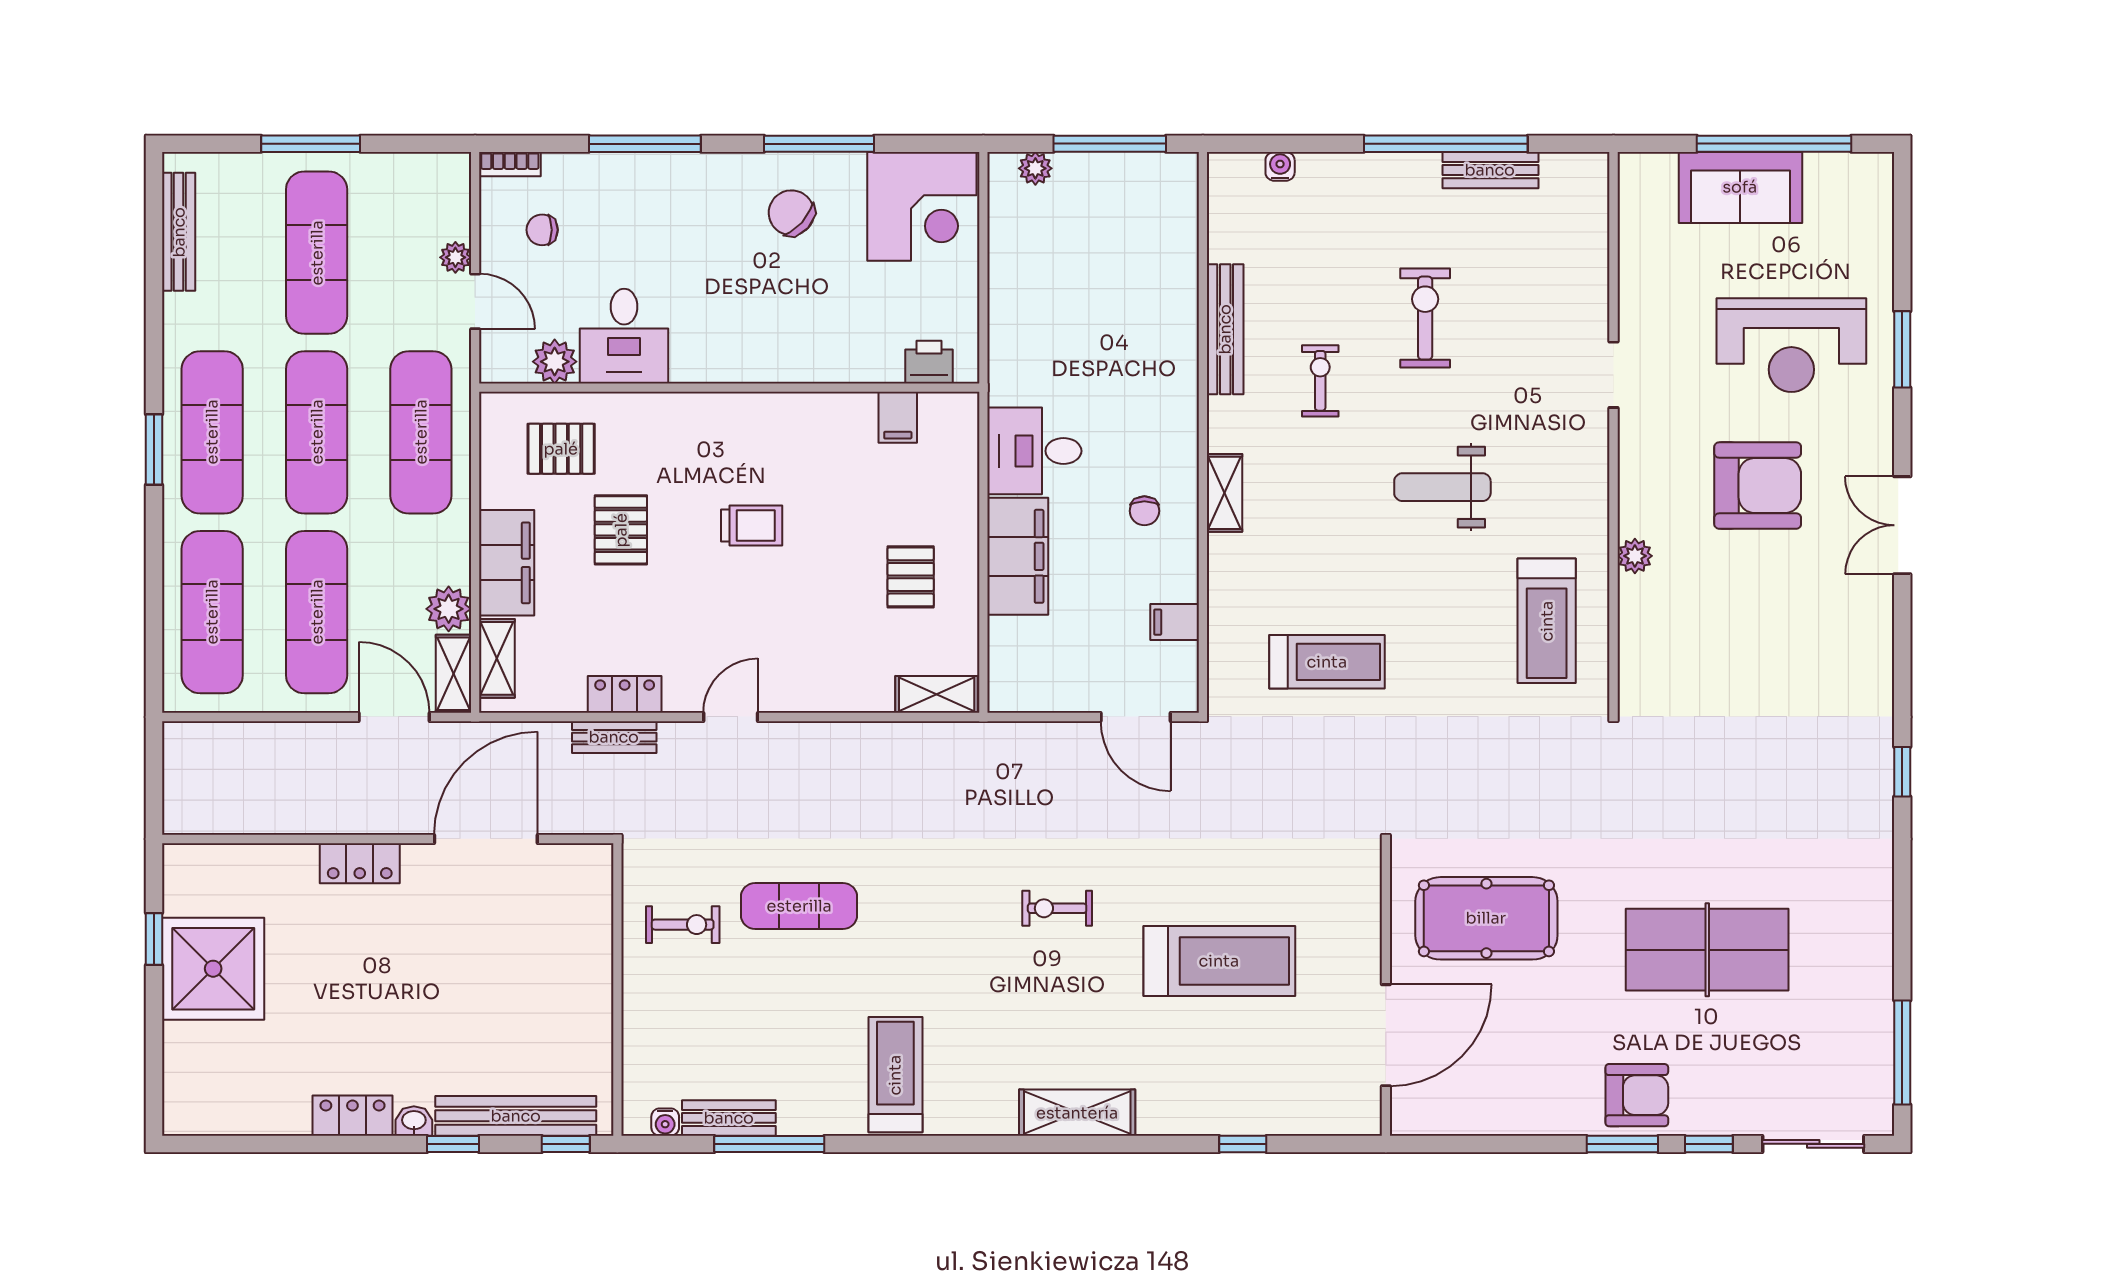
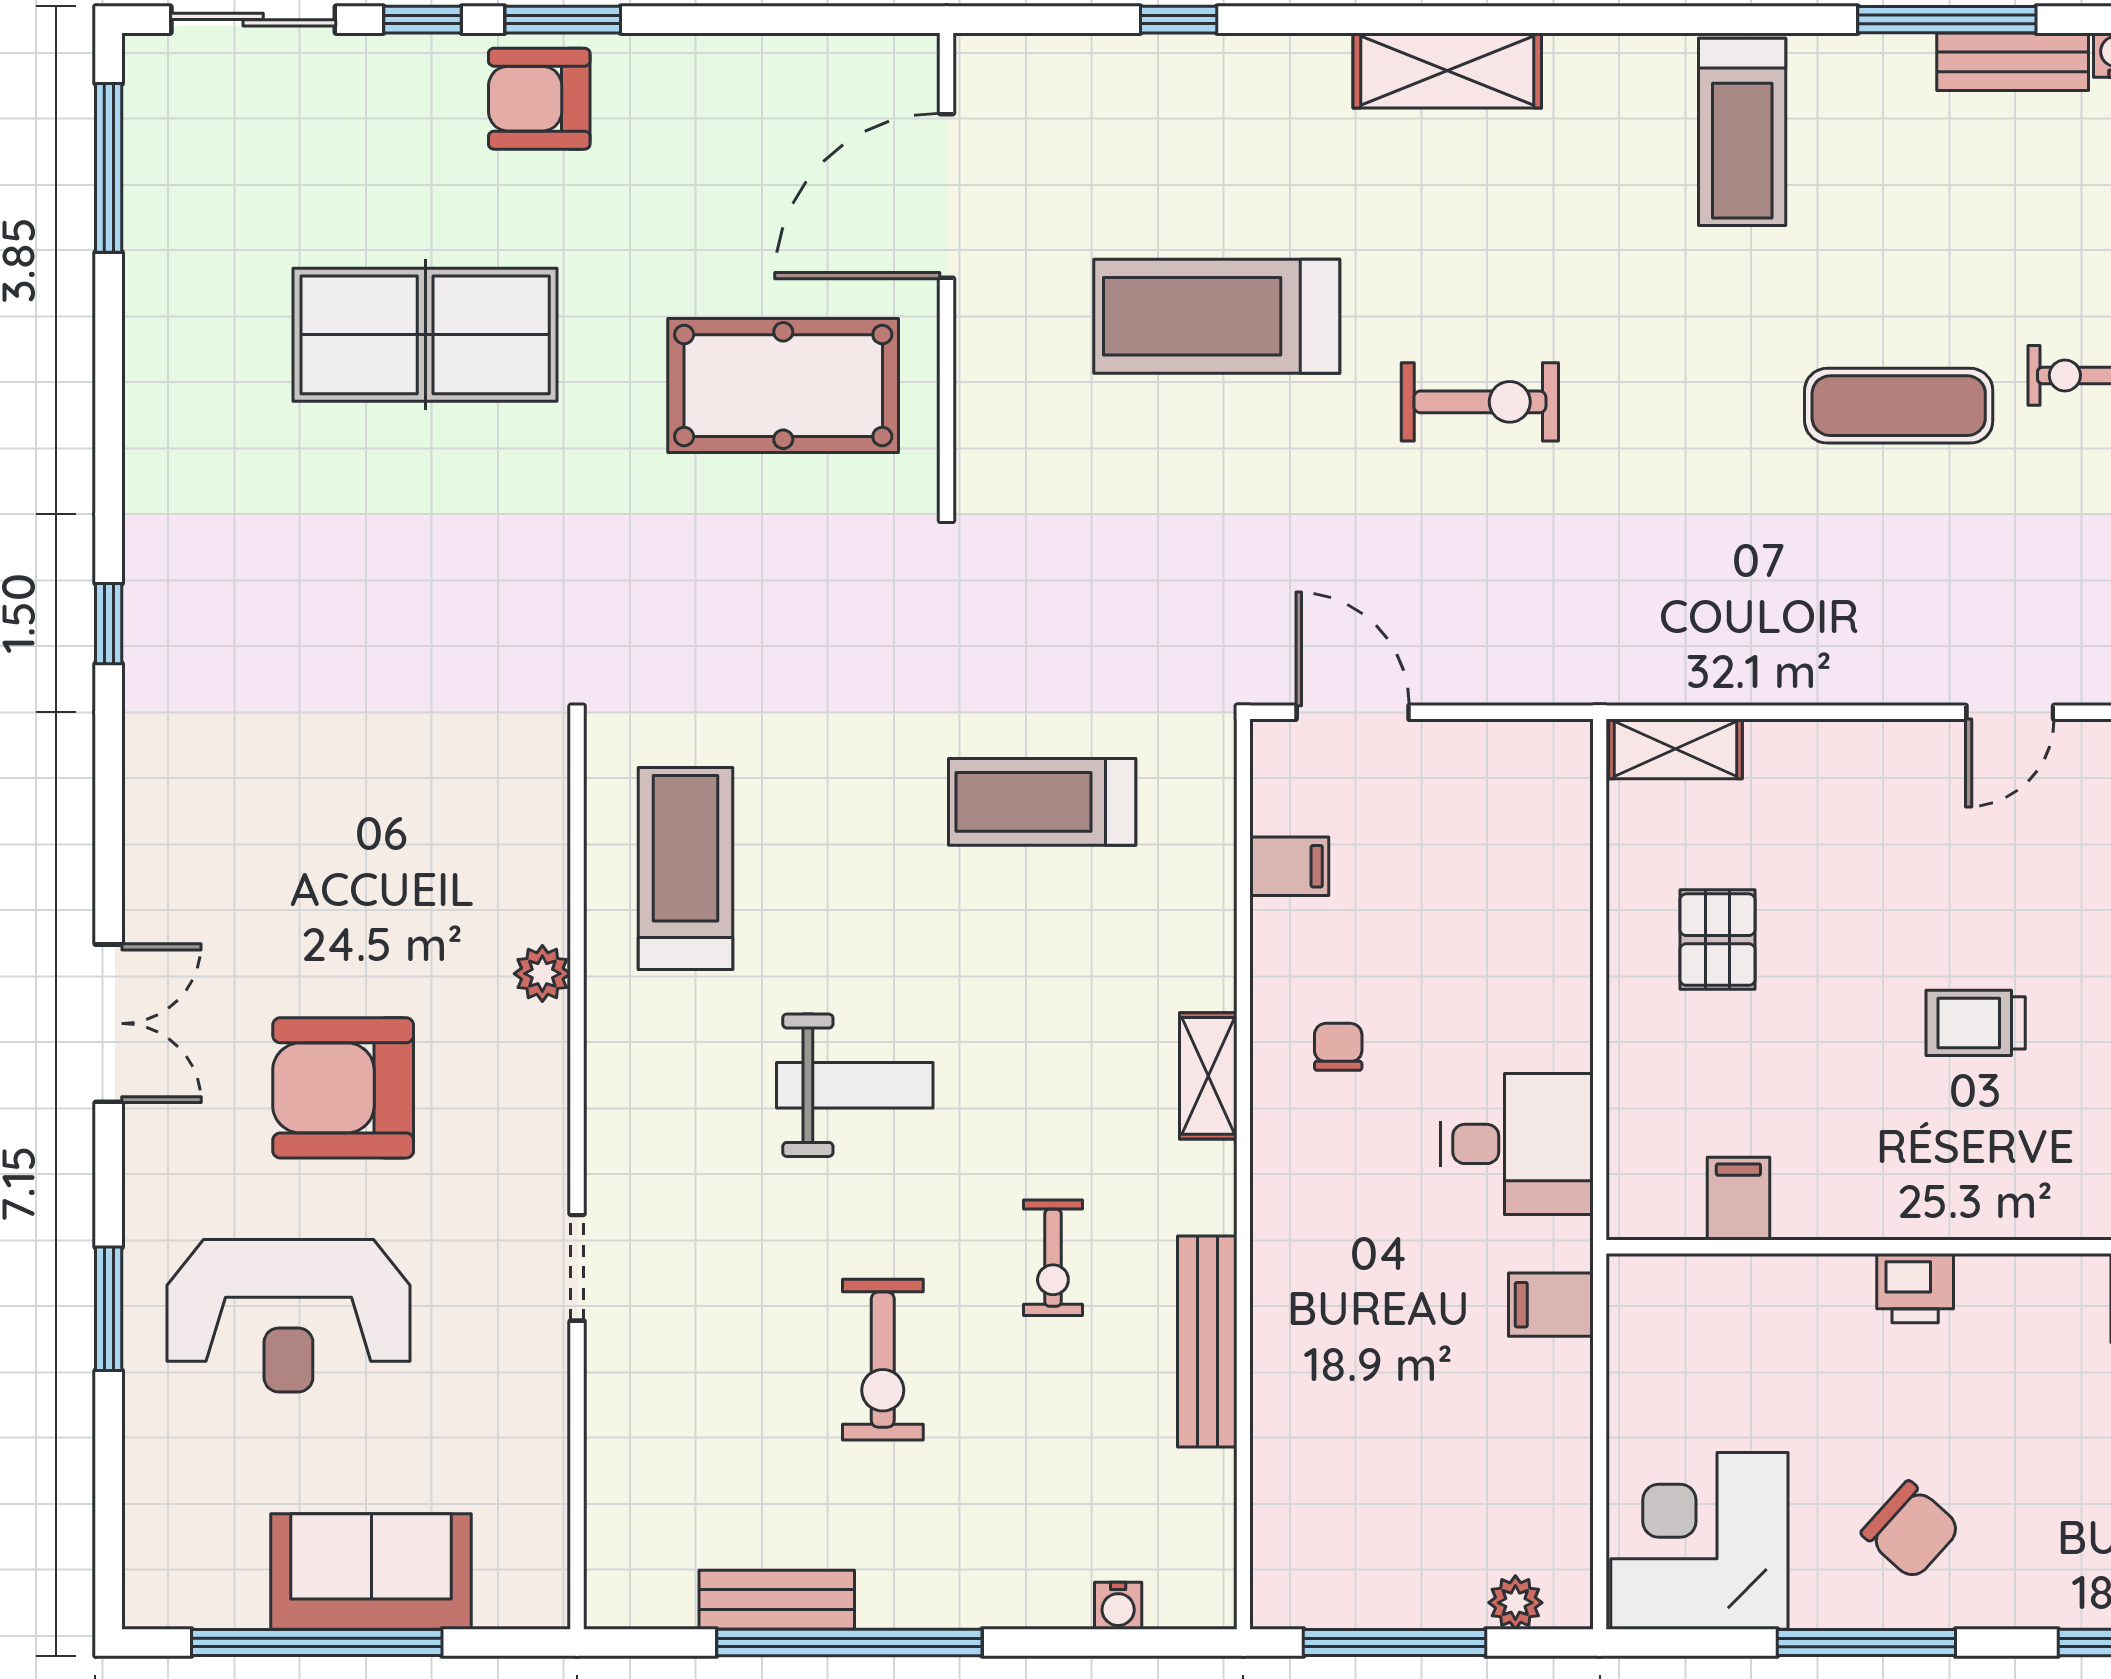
reception desk: (1791, 345) -> (288, 1316), turned 180
printer: (929, 362) -> (1915, 1288), moved
filing cabinet: (1018, 556) -> (1551, 1305), moved, width x0.33, depth x0.86
exercise bike: (1057, 908) -> (1480, 402), width x1.38, depth x1.39

